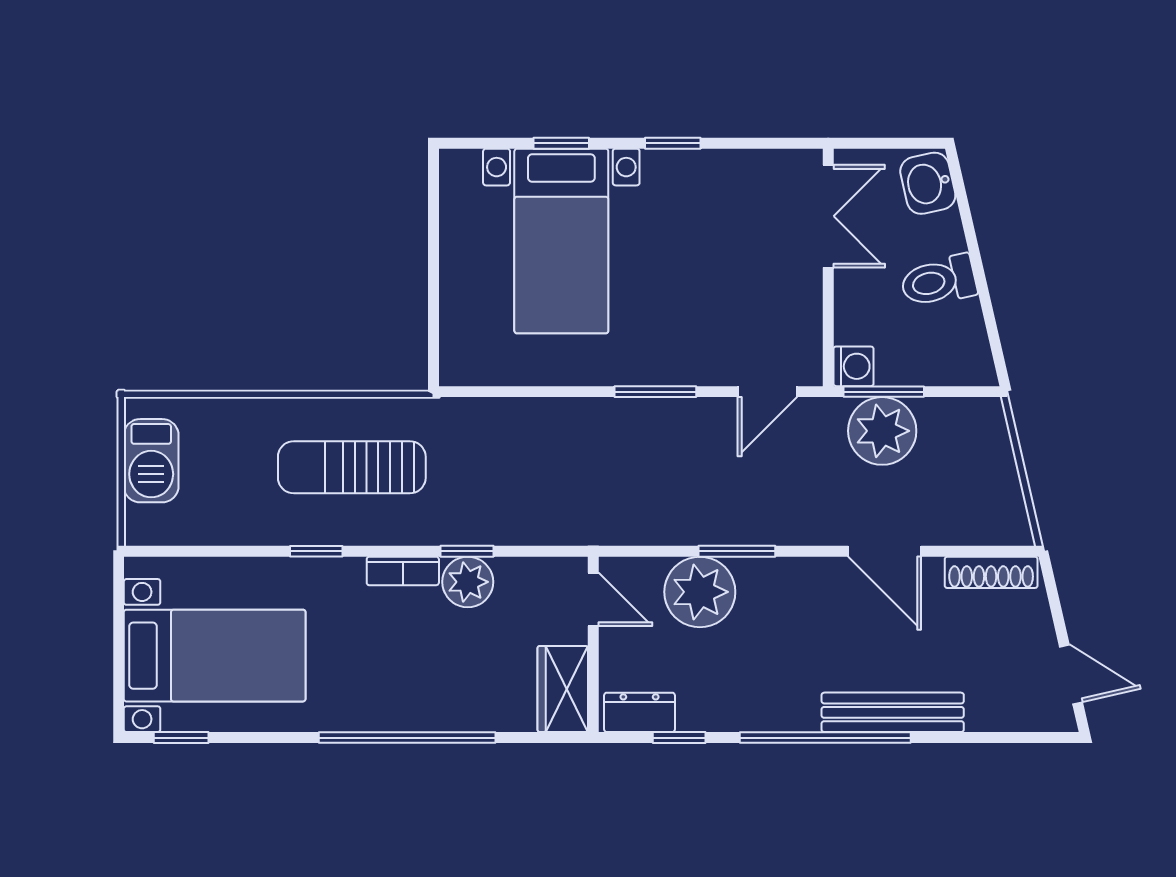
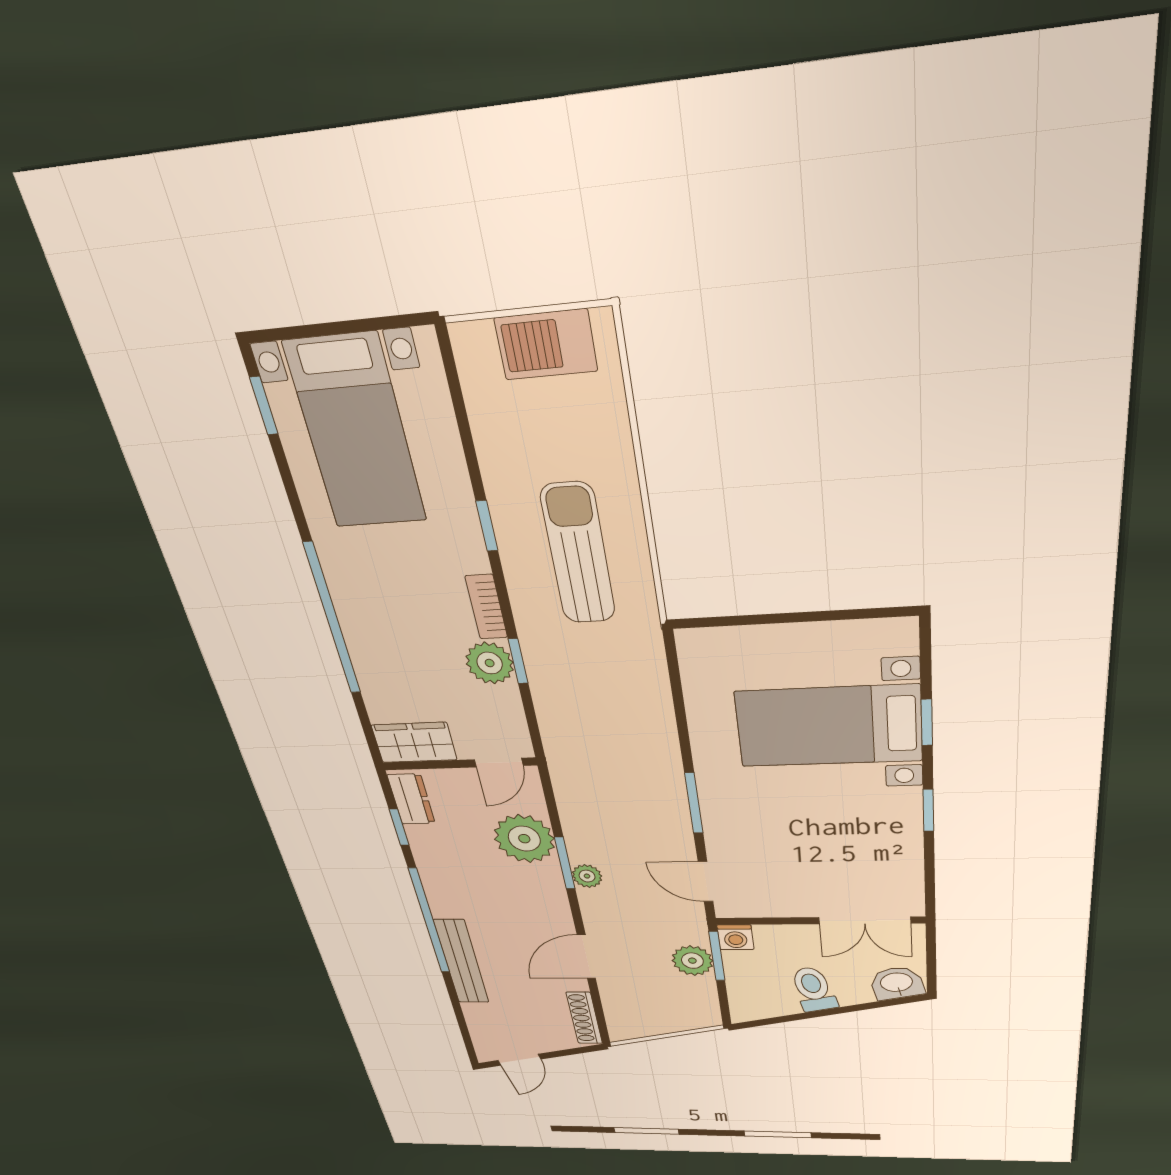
plant: (882, 431) -> (692, 961), width x0.73, depth x0.73
plant: (757, 528) -> (587, 876), added

